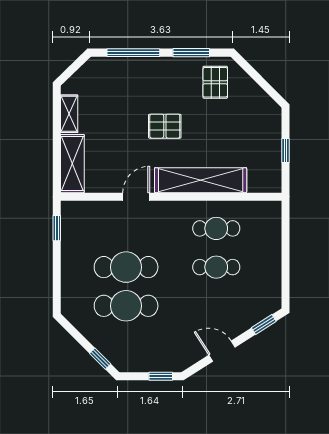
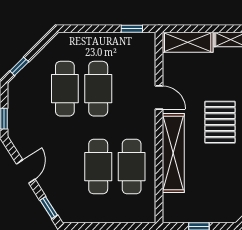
pallet: (165, 126) -> (220, 122), width x1.50, depth x1.42
cafe table: (216, 228) -> (132, 167), width x1.37, depth x1.35
cafe table: (216, 267) -> (98, 167), width x1.37, depth x1.35

